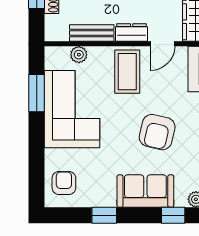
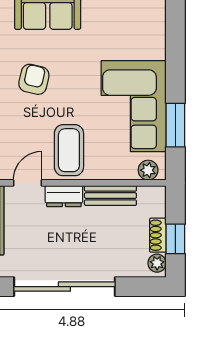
plant: (79, 55) -> (148, 170), moved
armchair: (157, 132) -> (34, 79), width x0.72, depth x0.72
armchair: (64, 183) -> (143, 20), removed

